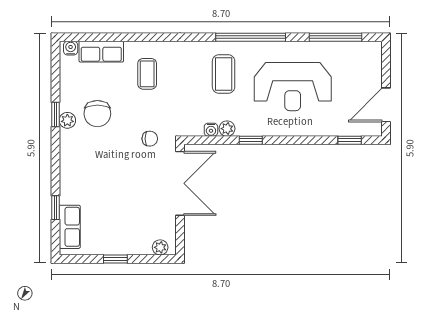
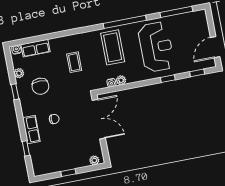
coffee table: (147, 74) -> (74, 62), moved
coffee table: (224, 74) -> (113, 47), width x1.36, depth x1.32
reception desk: (293, 87) -> (156, 47), turned -90
plant: (67, 120) -> (19, 73), moved
chair: (150, 139) -> (54, 119), moved
window: (251, 140) -> (168, 79), moved
row of seats: (70, 227) -> (31, 130), moved

